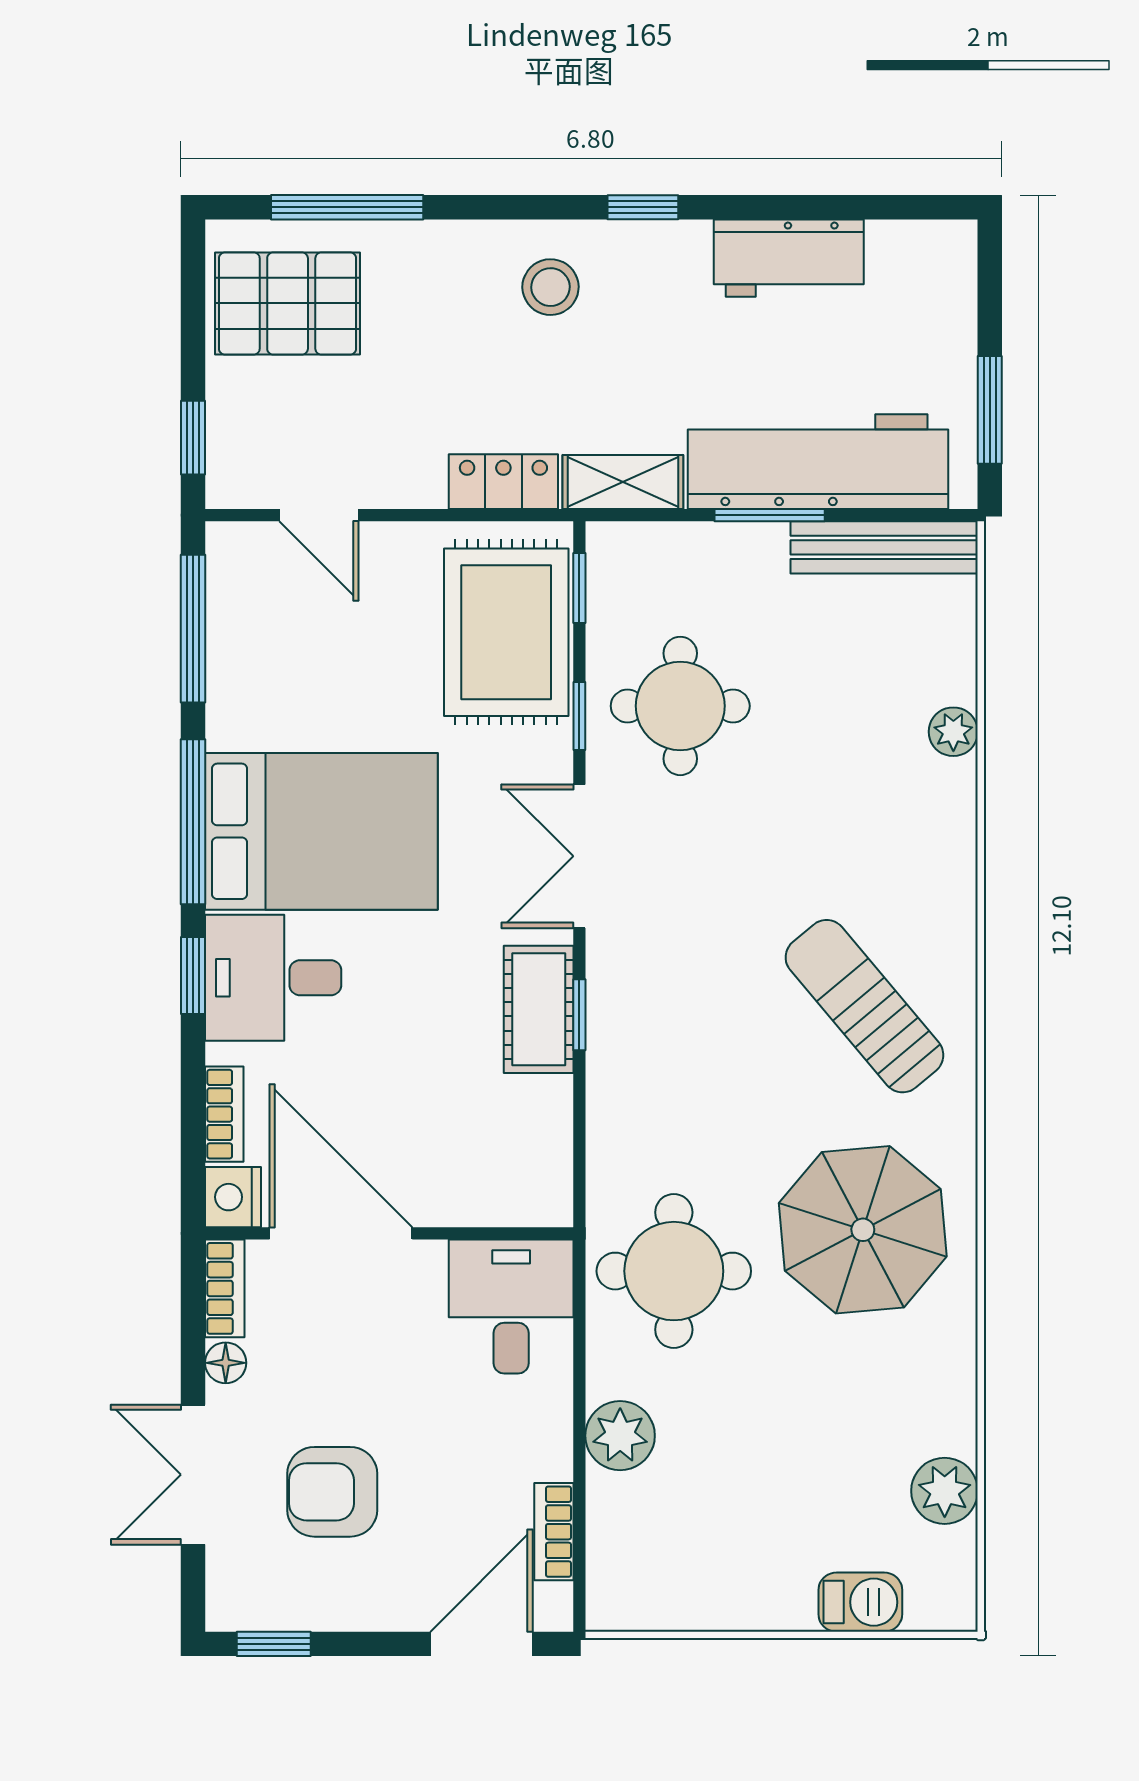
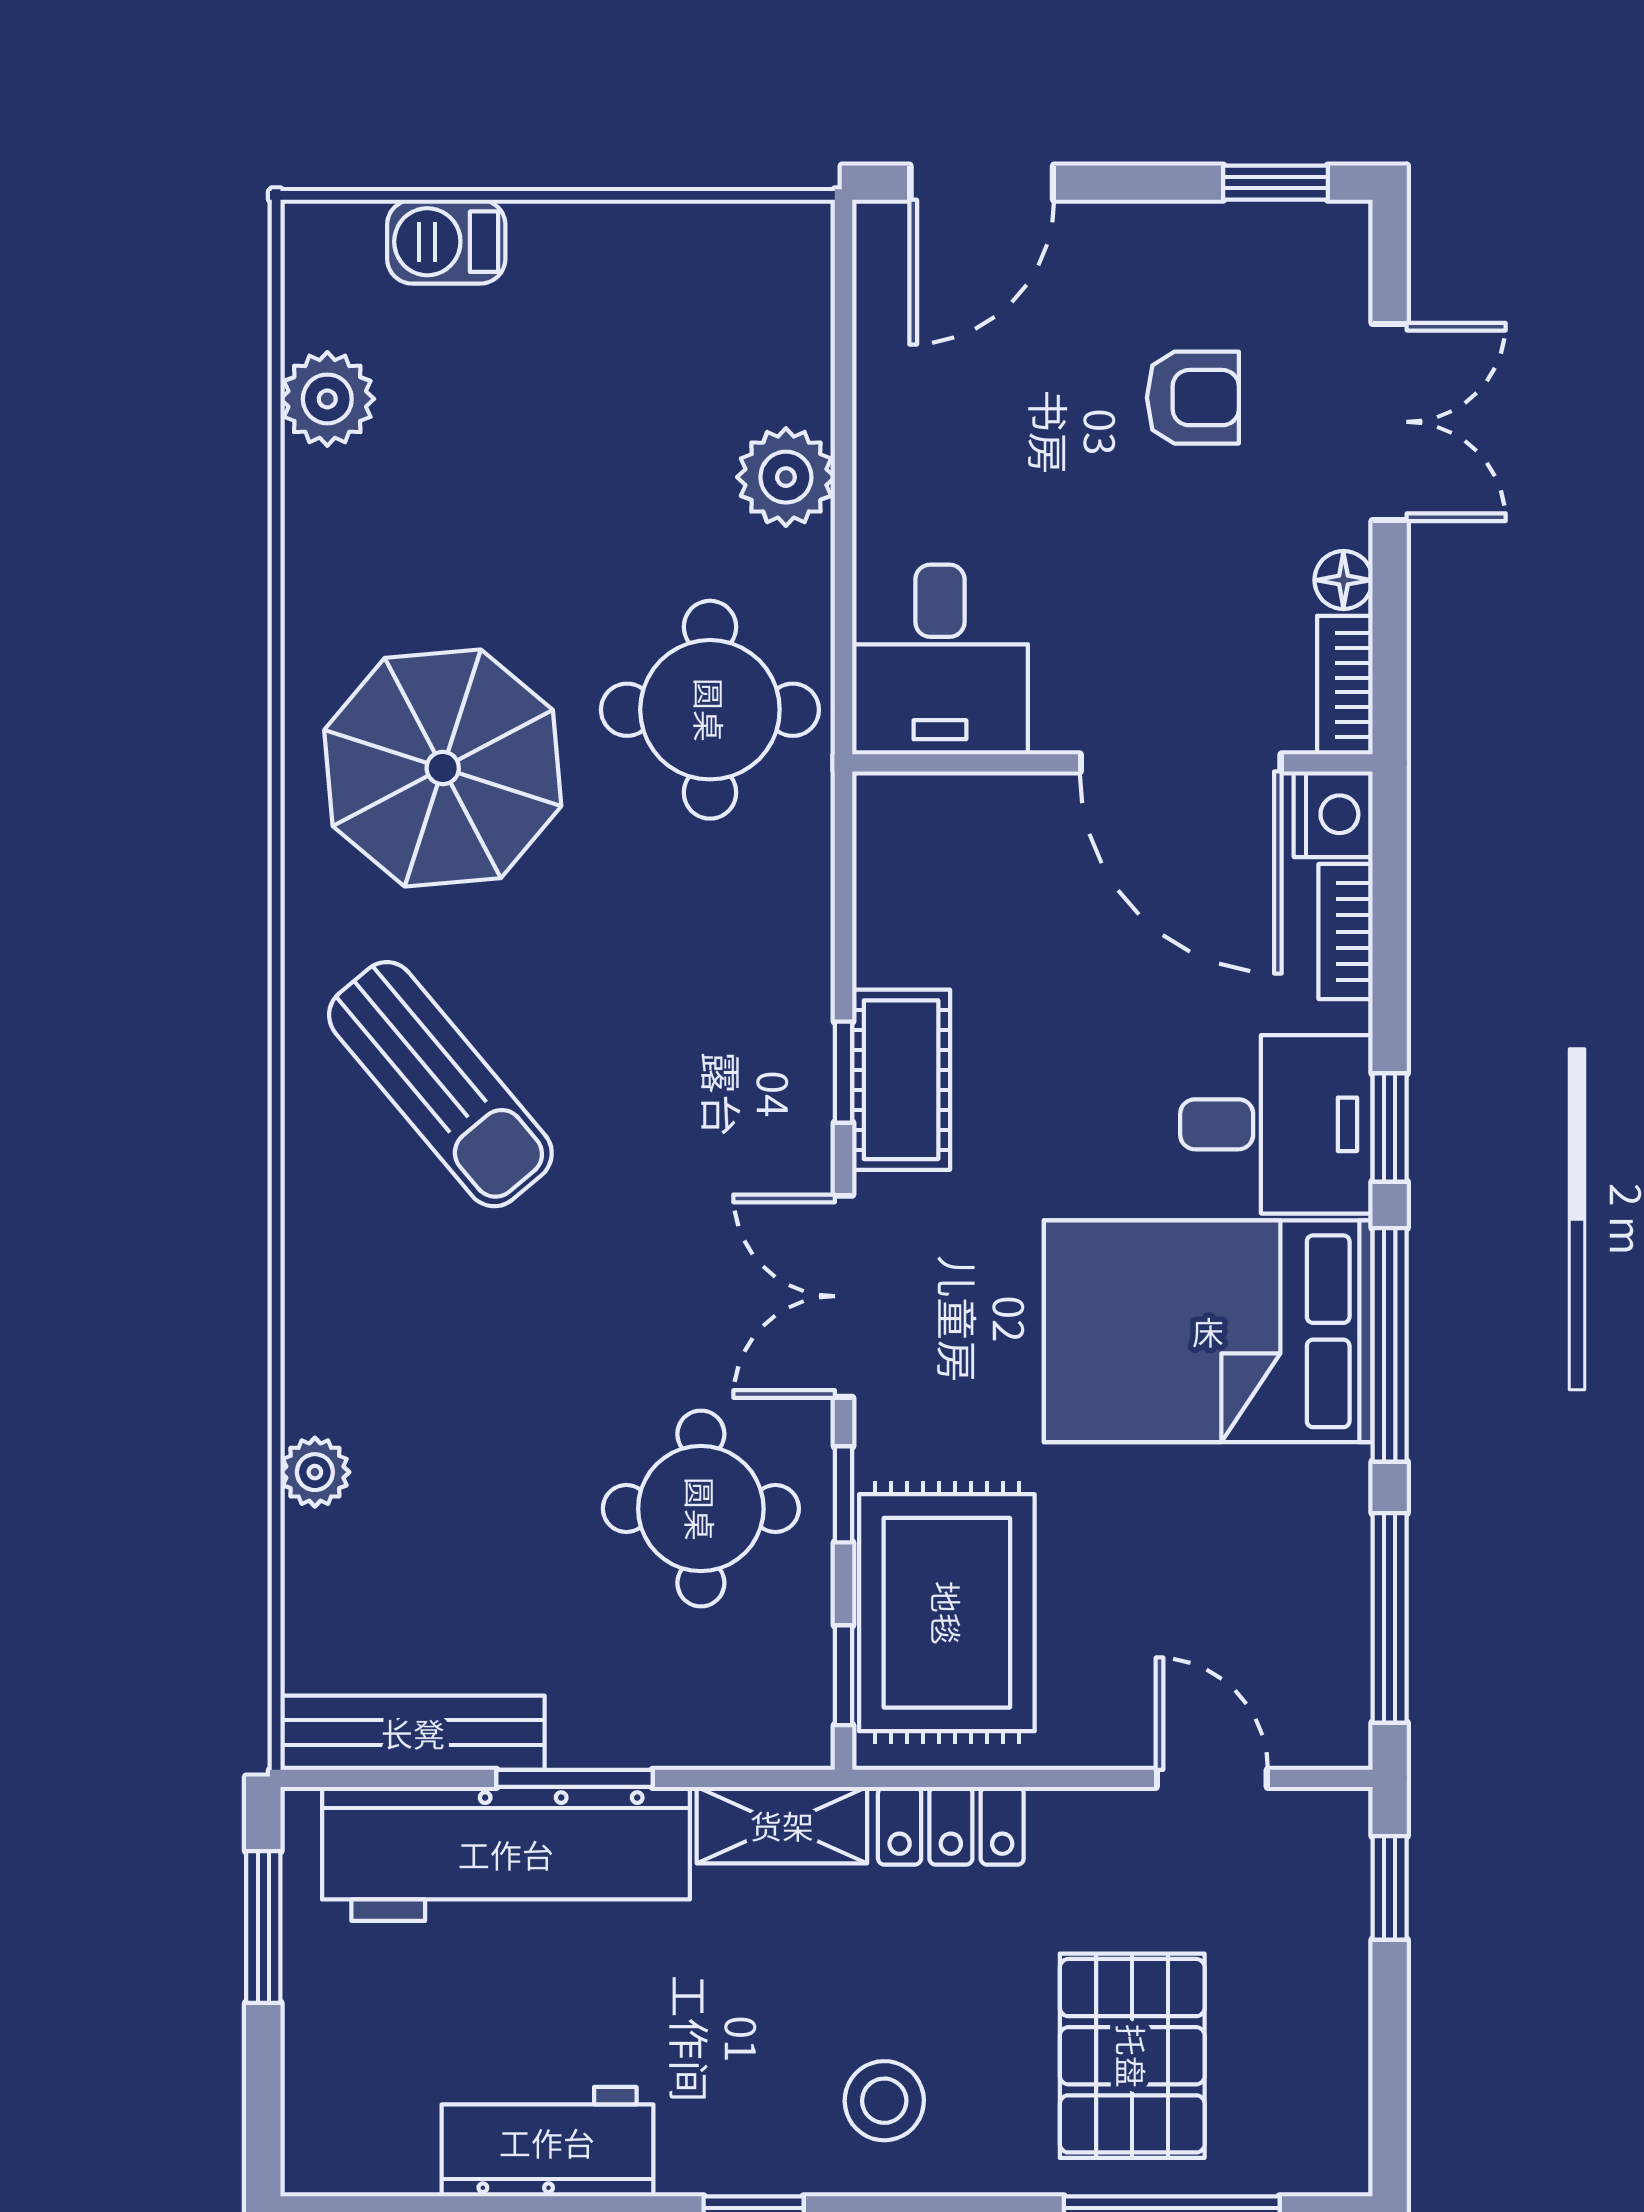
pallet: (288, 303) -> (1132, 2056), moved, turned 90
double door: (579, 856) -> (843, 1296), swing flipped
armchair: (332, 1492) -> (1193, 398), width x0.72, depth x0.72
bookcase: (554, 1532) -> (880, 341), removed

